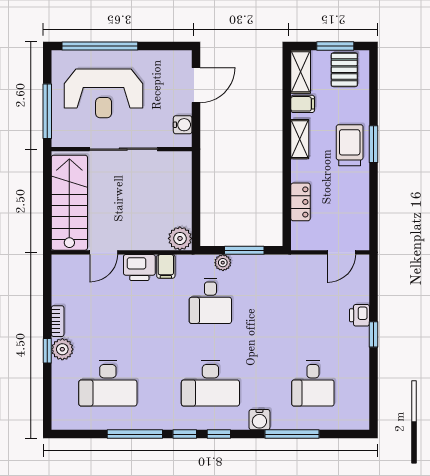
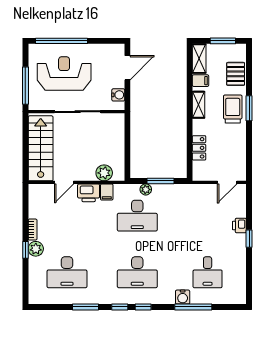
pallet: (344, 70) -> (236, 74), moved
reception desk: (104, 93) -> (64, 73), turned 180
plant: (180, 238) -> (104, 173), moved
desk: (210, 301) -> (137, 216), width x1.37
water cooler: (259, 420) -> (183, 297), moved
window: (135, 434) -> (86, 307), width x0.69

